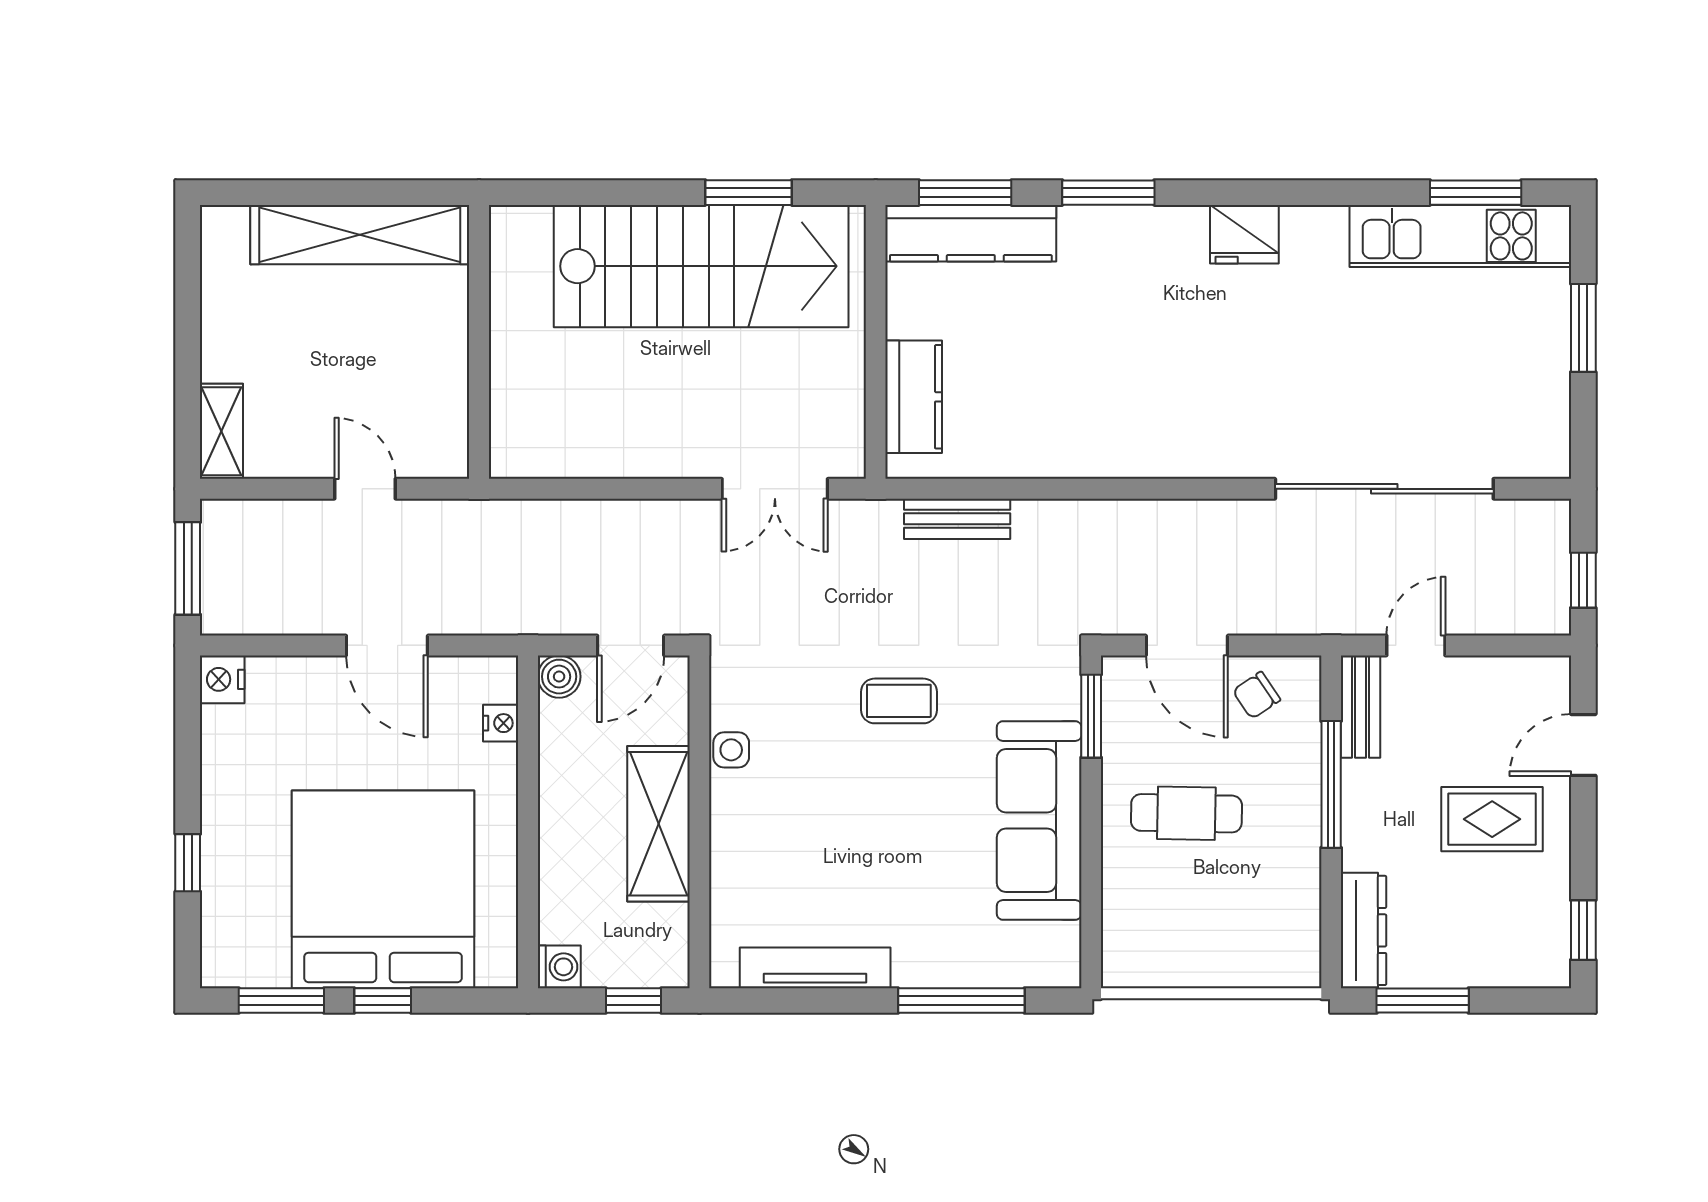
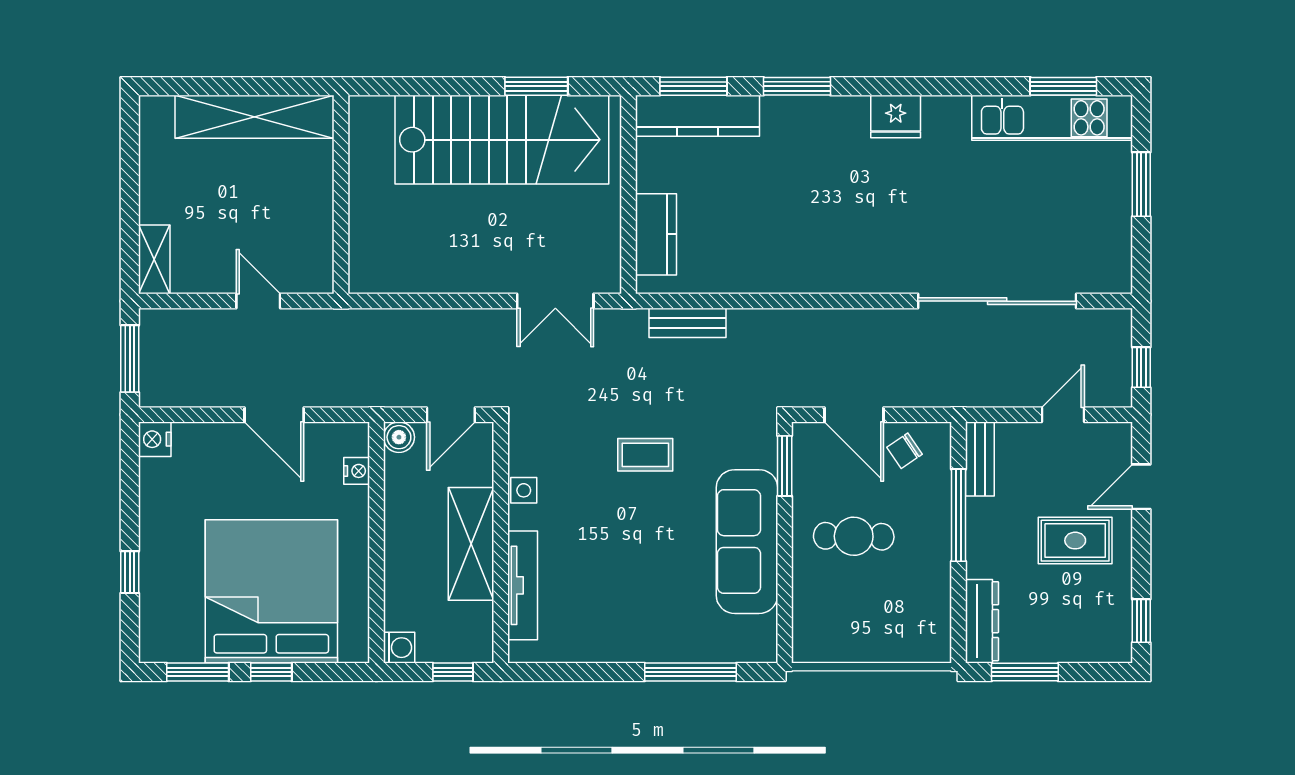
door: (1416, 645) -> (1063, 415), moved
tv unit: (815, 968) -> (523, 585), moved, turned 90

